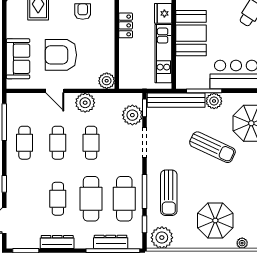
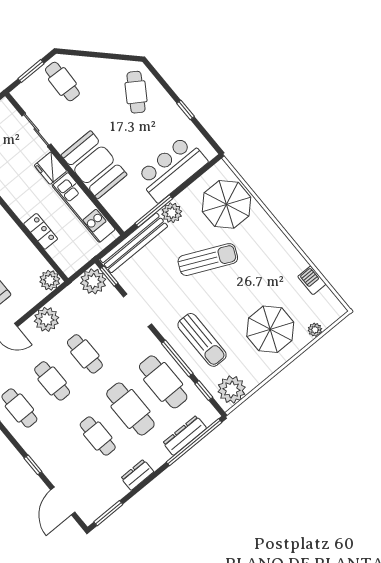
locker: (126, 25) -> (41, 231), moved
plant: (132, 115) -> (93, 281), moved
dresser: (57, 242) -> (137, 475), width x0.70

